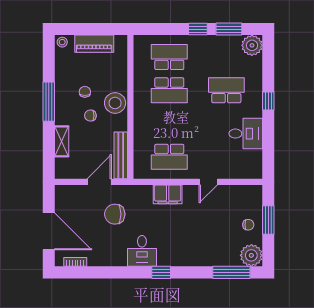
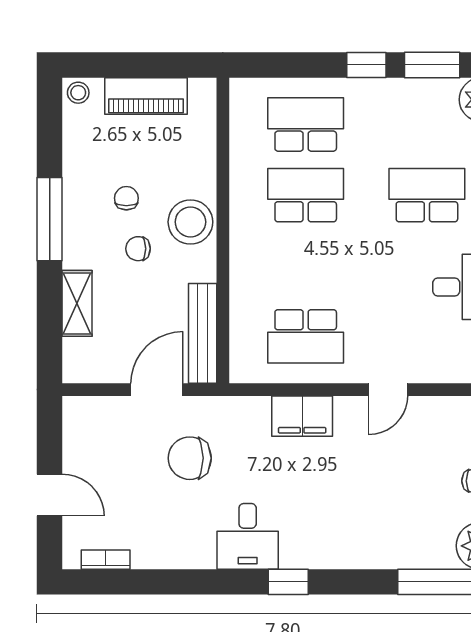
school desk: (169, 90) -> (306, 195), turned 180
door: (49, 231) -> (50, 495), width x0.53

